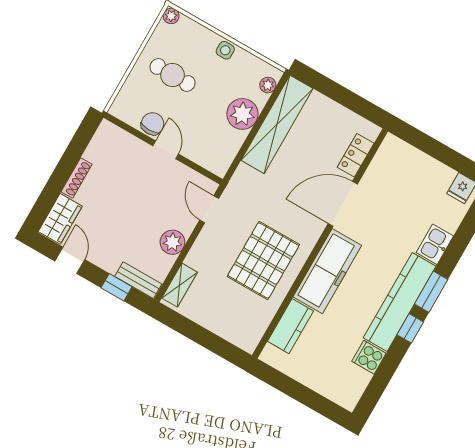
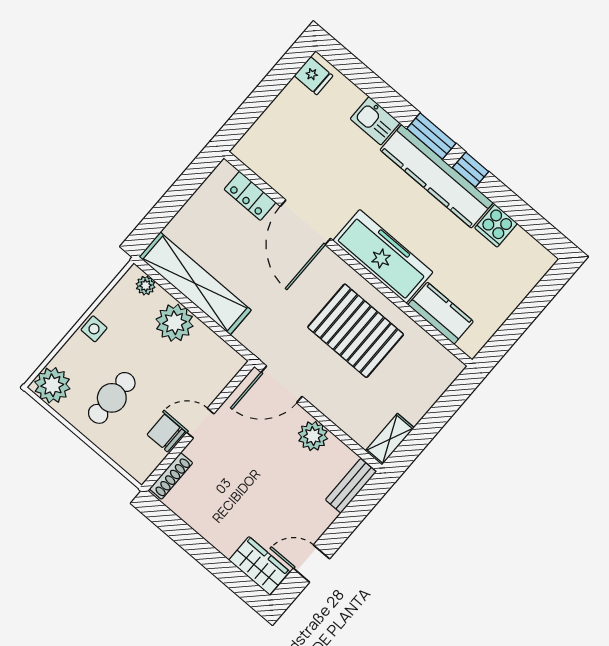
plant: (171, 16) -> (52, 385), width x1.87, depth x1.87
shoe rack: (77, 178) -> (171, 476), moved, turned 90
door: (209, 209) -> (282, 384), width x1.37
shelving: (180, 285) -> (390, 439), moved, turned 90
window: (117, 287) -> (354, 513), removed

